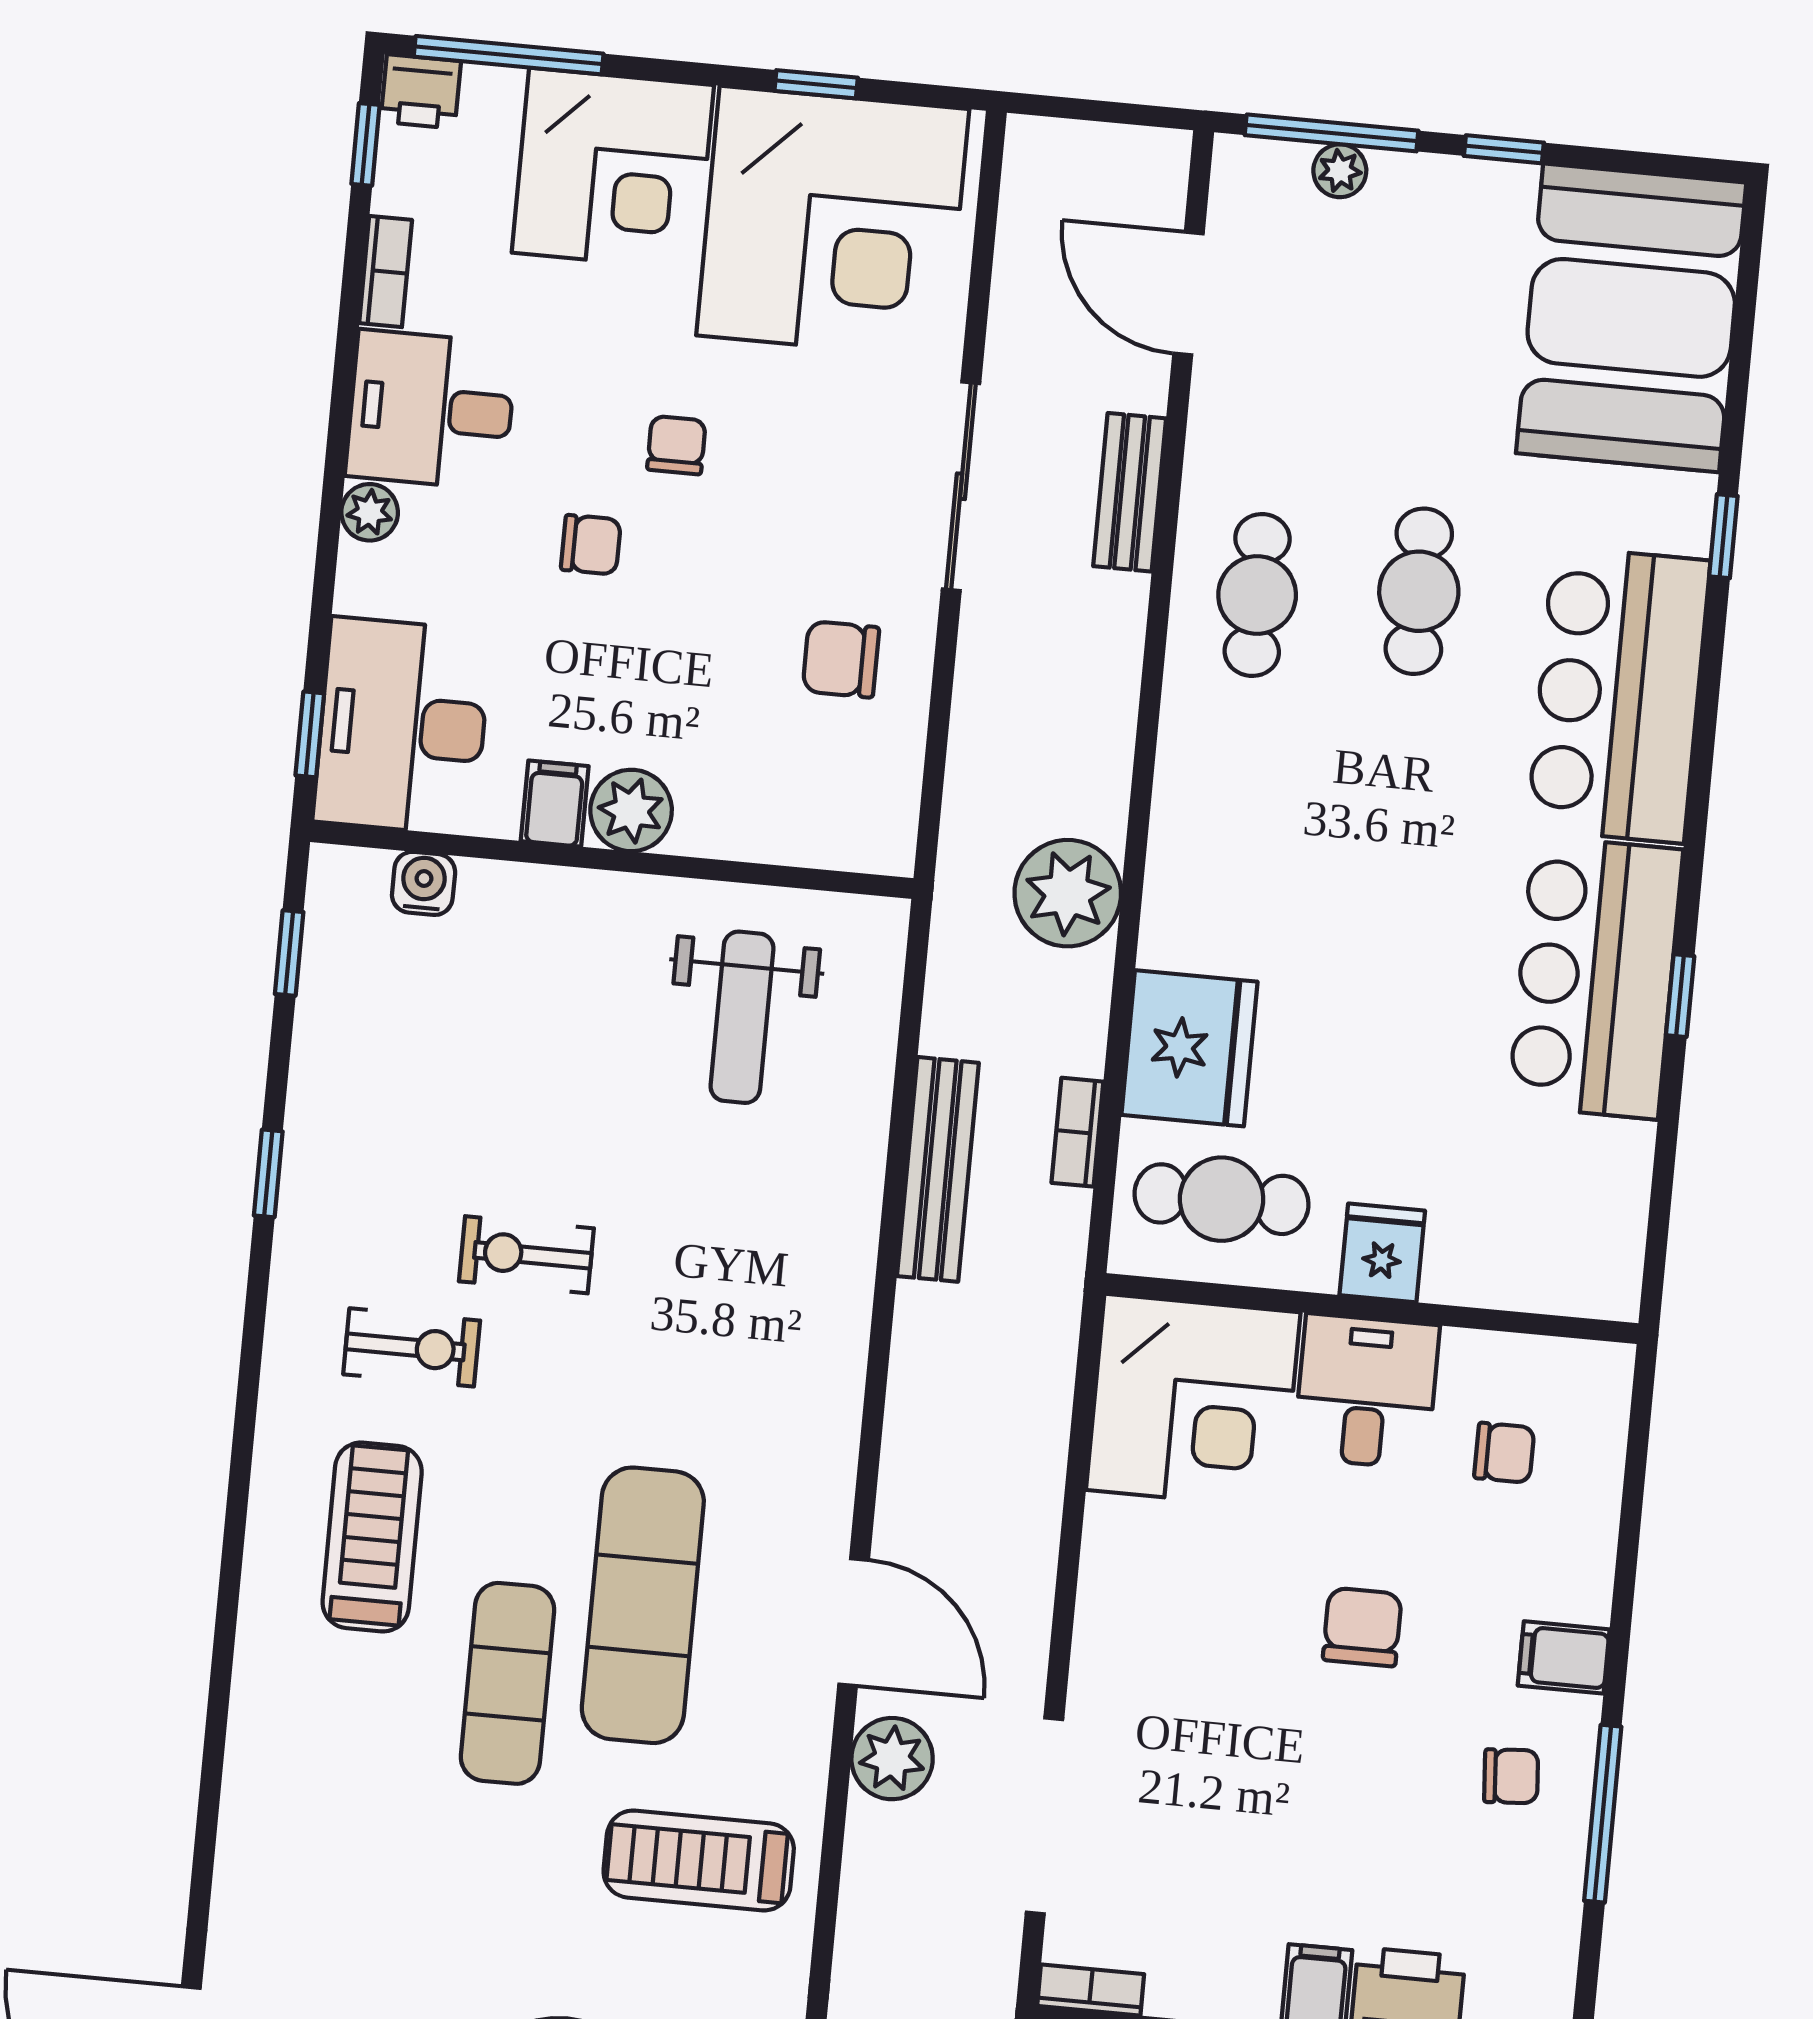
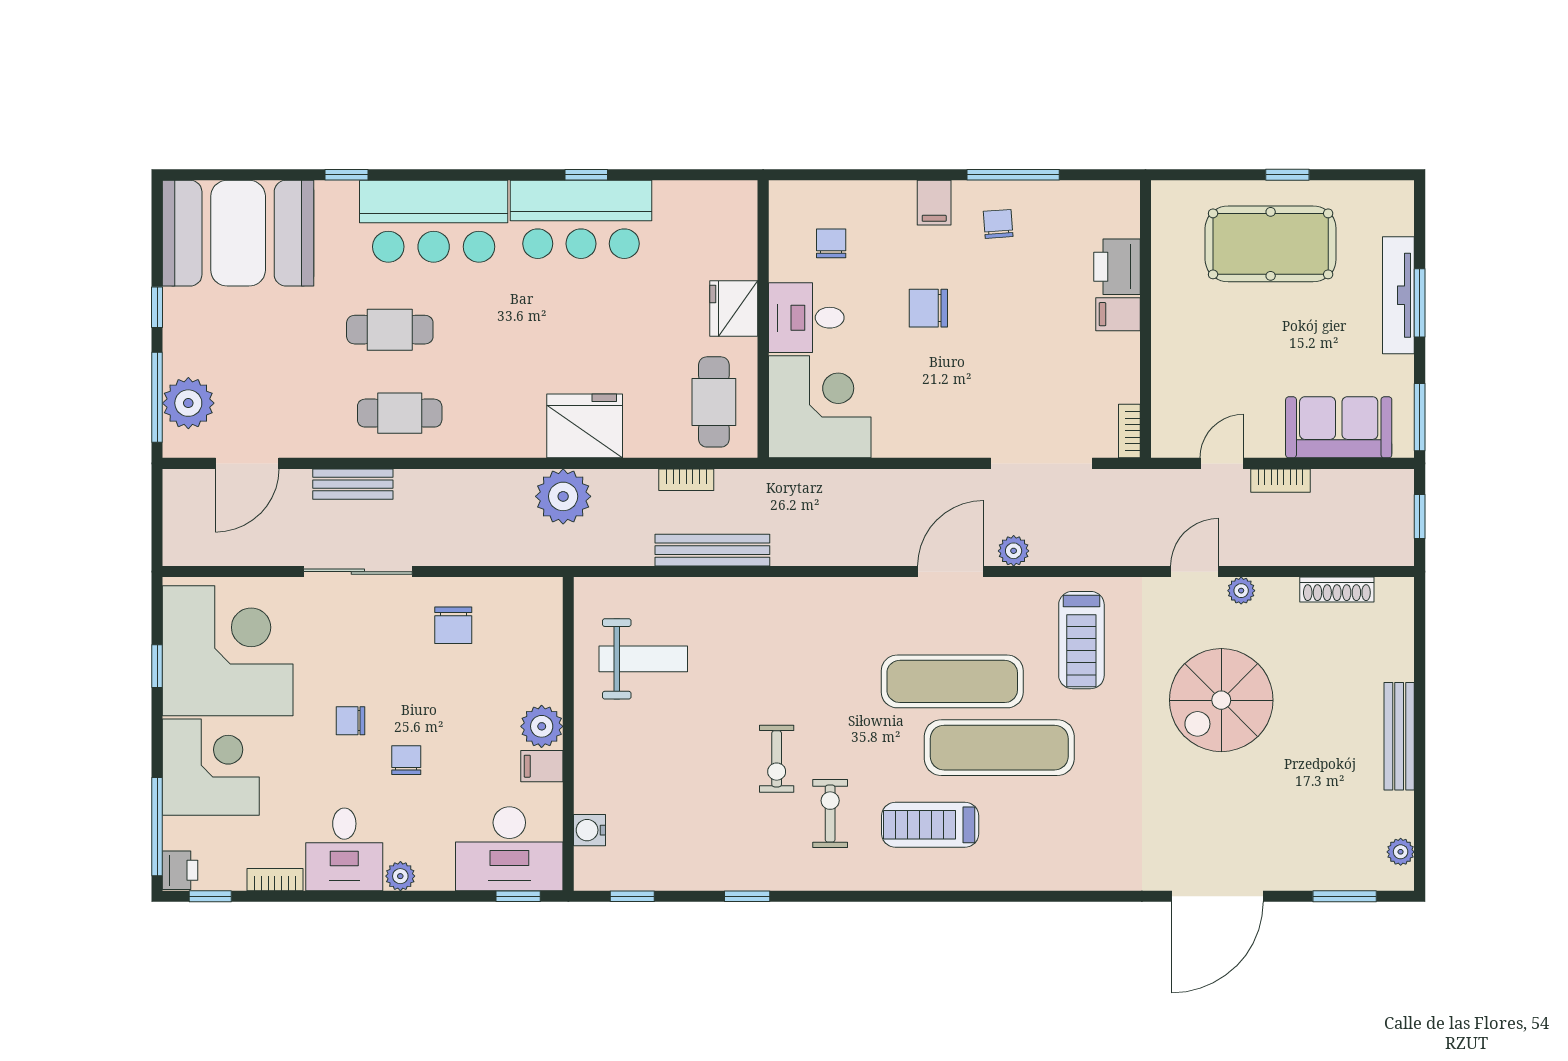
plant: (1340, 171) -> (188, 403), width x1.87, depth x1.87
fridge: (1189, 1048) -> (585, 426), moved
fridge: (1382, 1253) -> (734, 308), width x1.38
exercise mat: (507, 1683) -> (999, 748), width x1.36, depth x1.45
plant: (892, 1759) -> (1014, 551), width x0.73, depth x0.73

